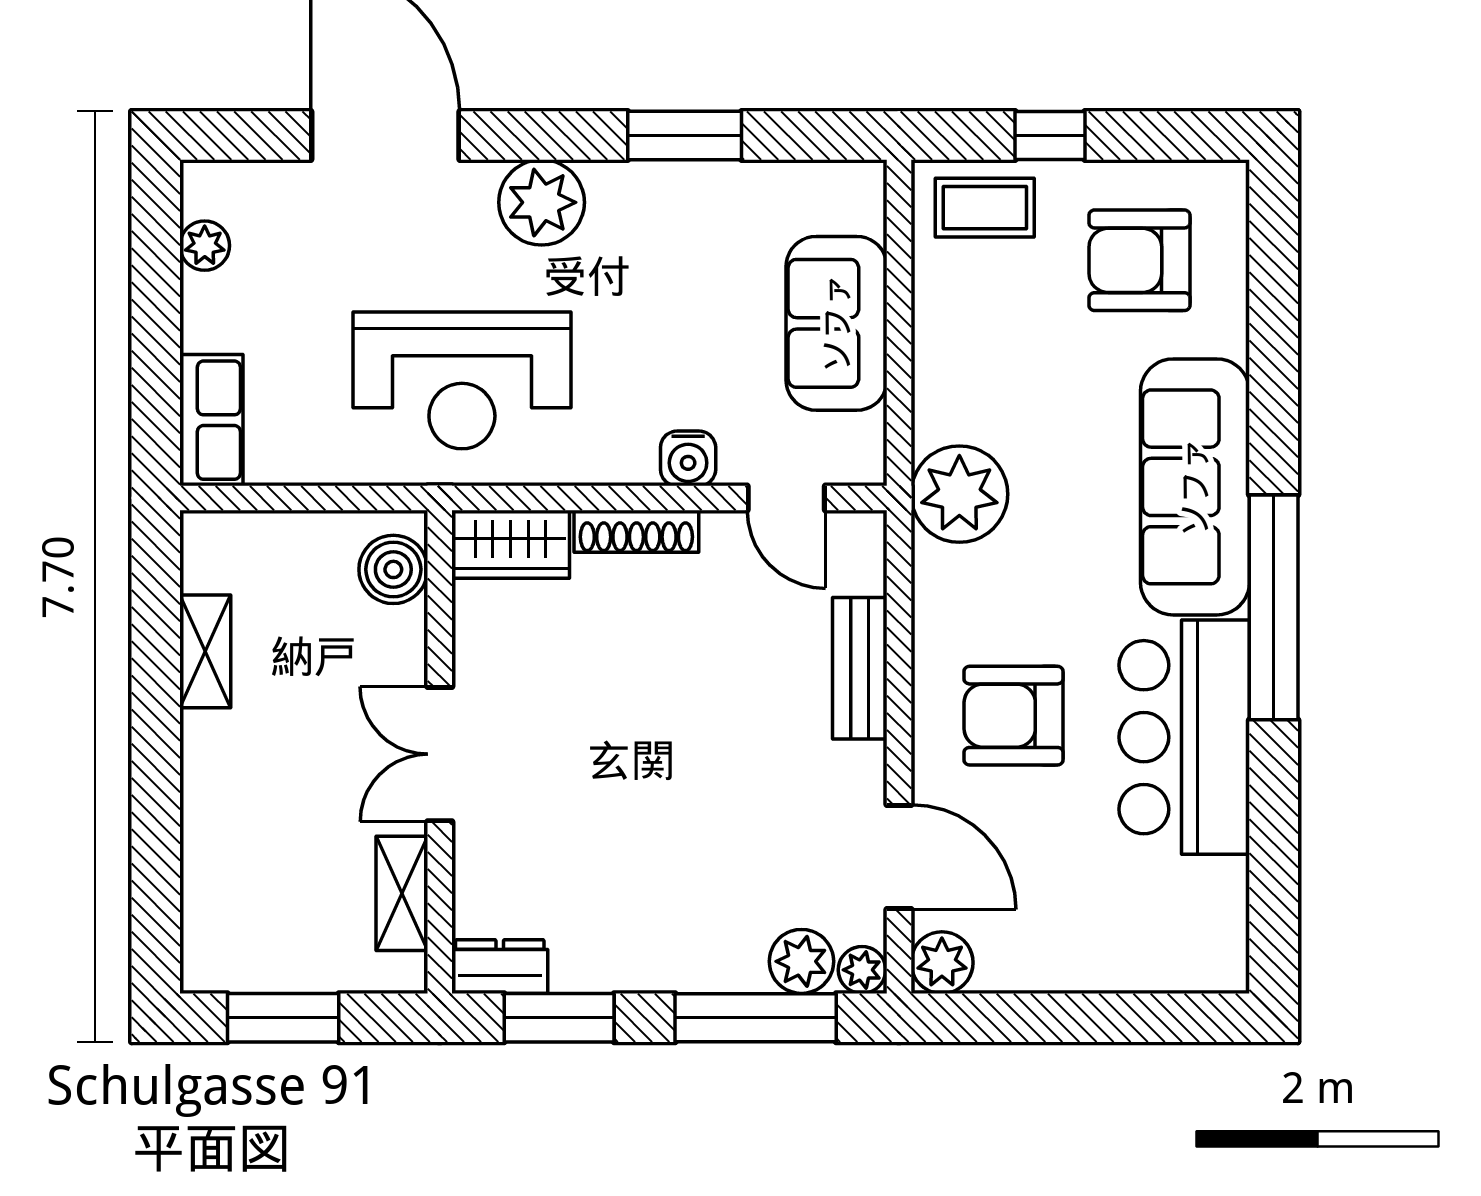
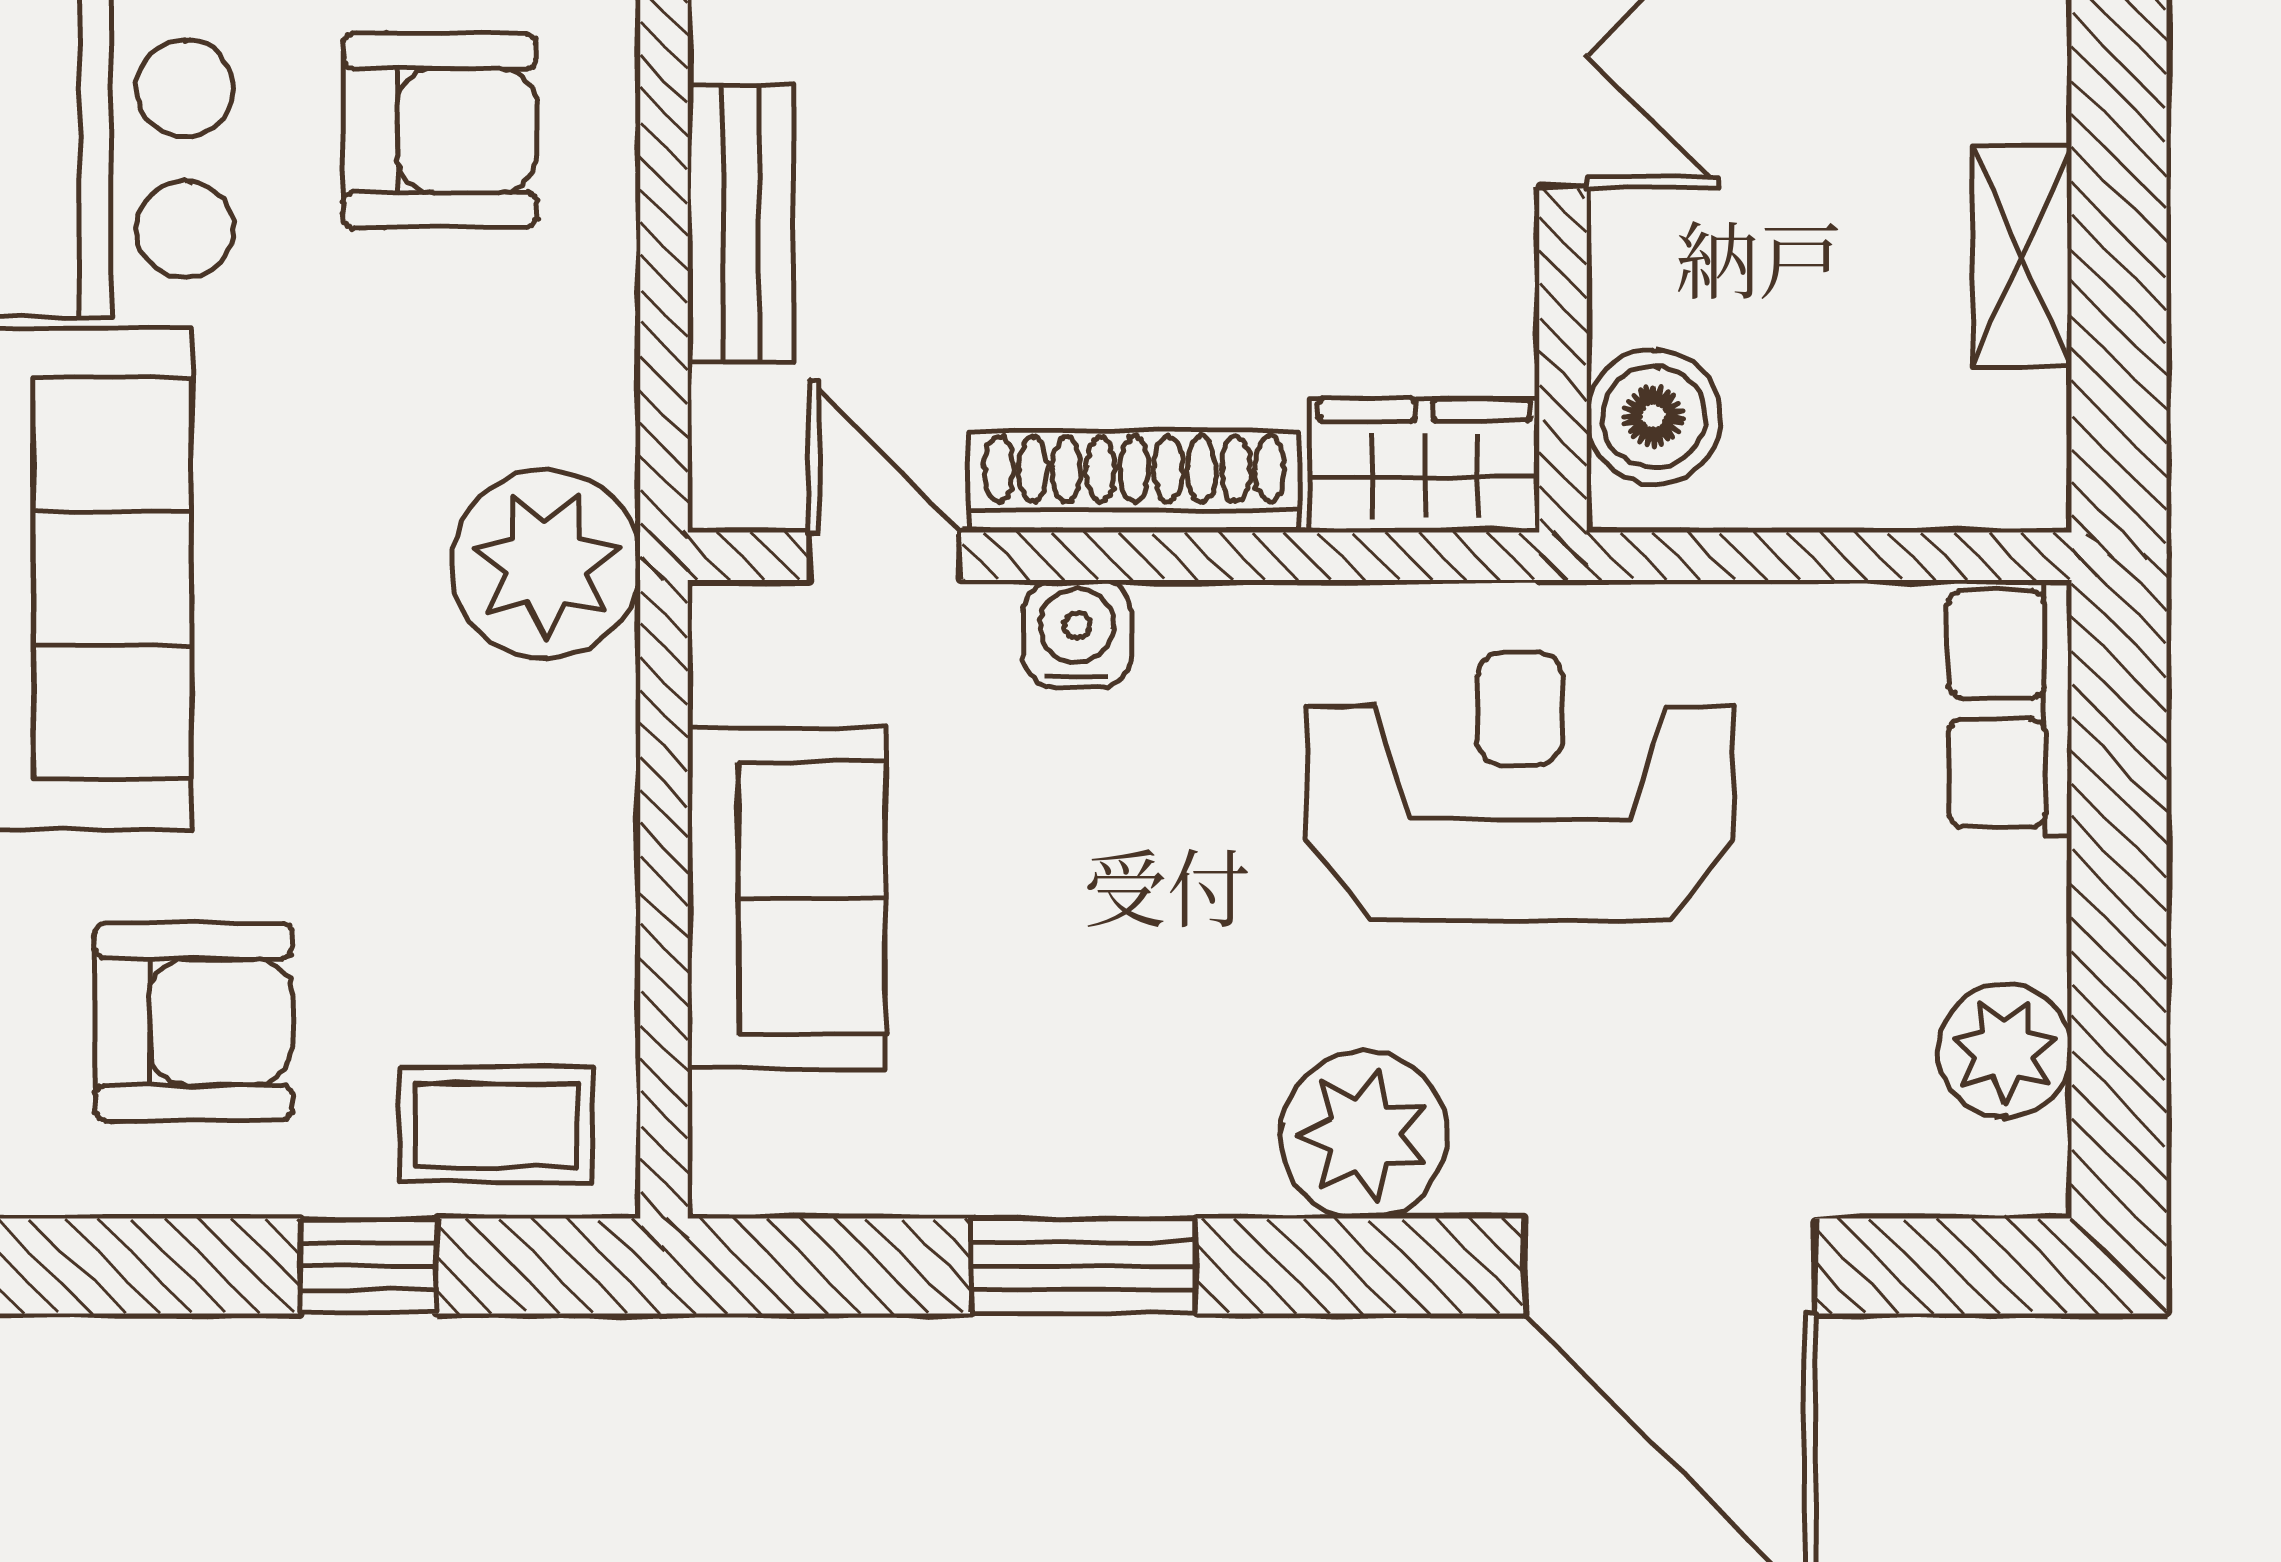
plant: (205, 246) -> (2005, 1050), width x1.38, depth x1.38
shoe rack: (636, 531) -> (1134, 482), width x1.36, depth x1.24

